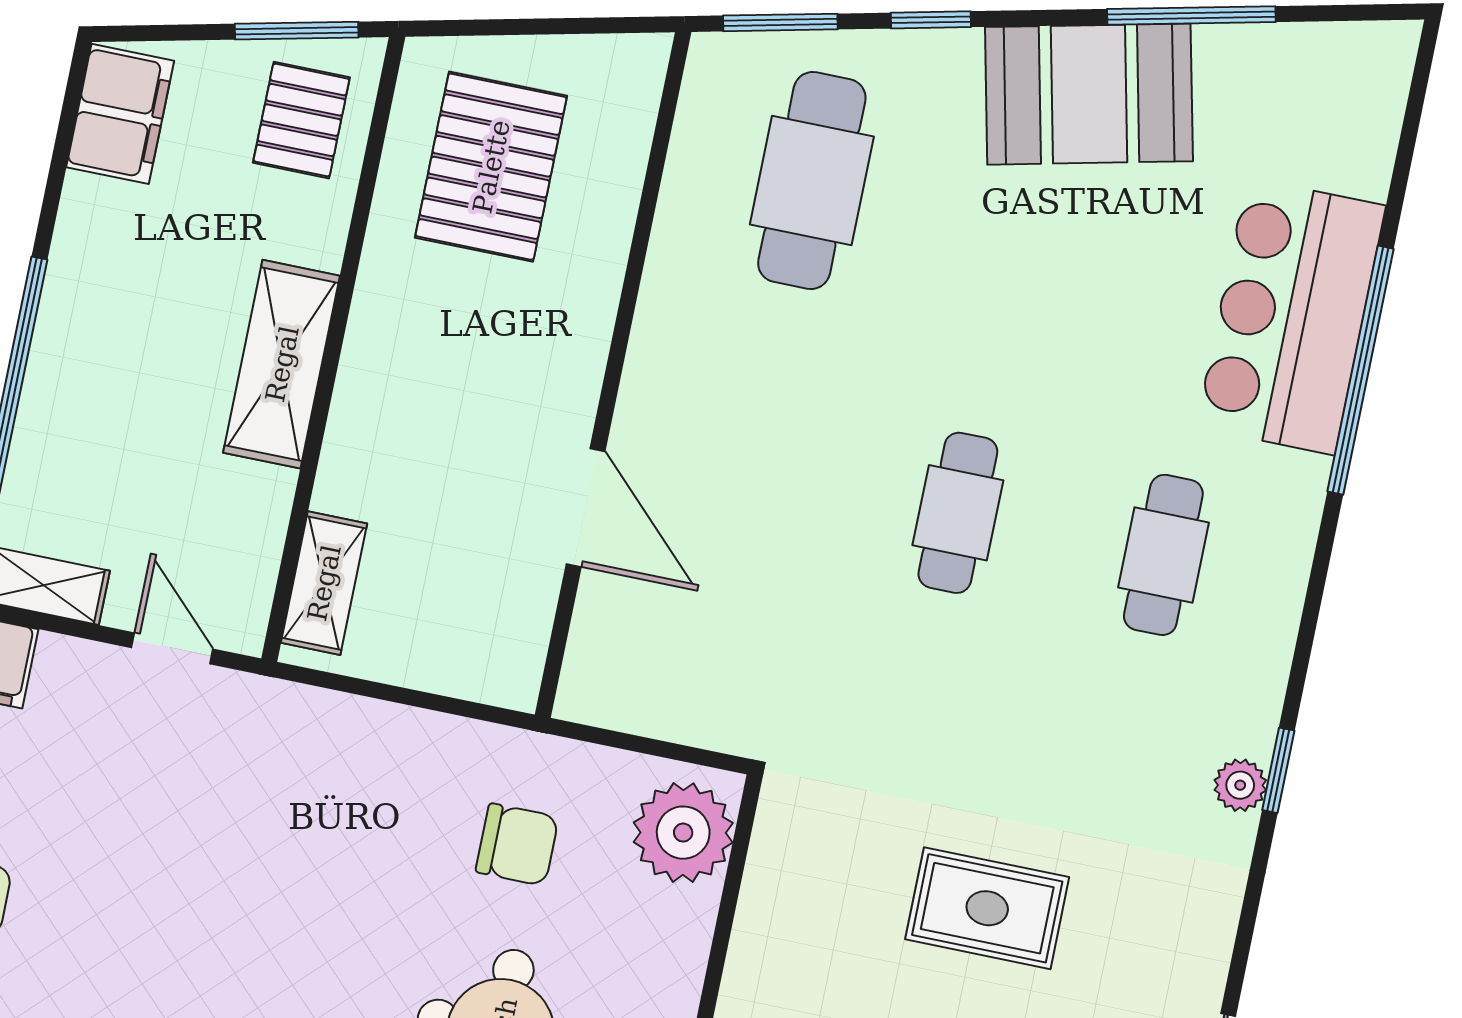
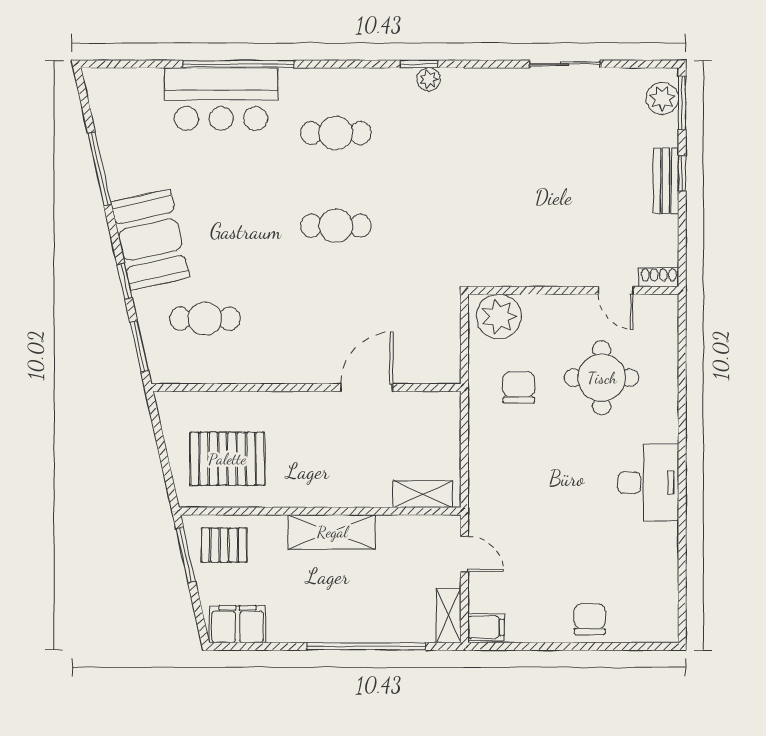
booth: (1089, 94) -> (150, 240), moved
cafe table: (812, 181) -> (205, 319), width x0.73, depth x0.74
door: (172, 648) -> (464, 554), swing flipped
rug: (987, 908) -> (505, 178), removed

